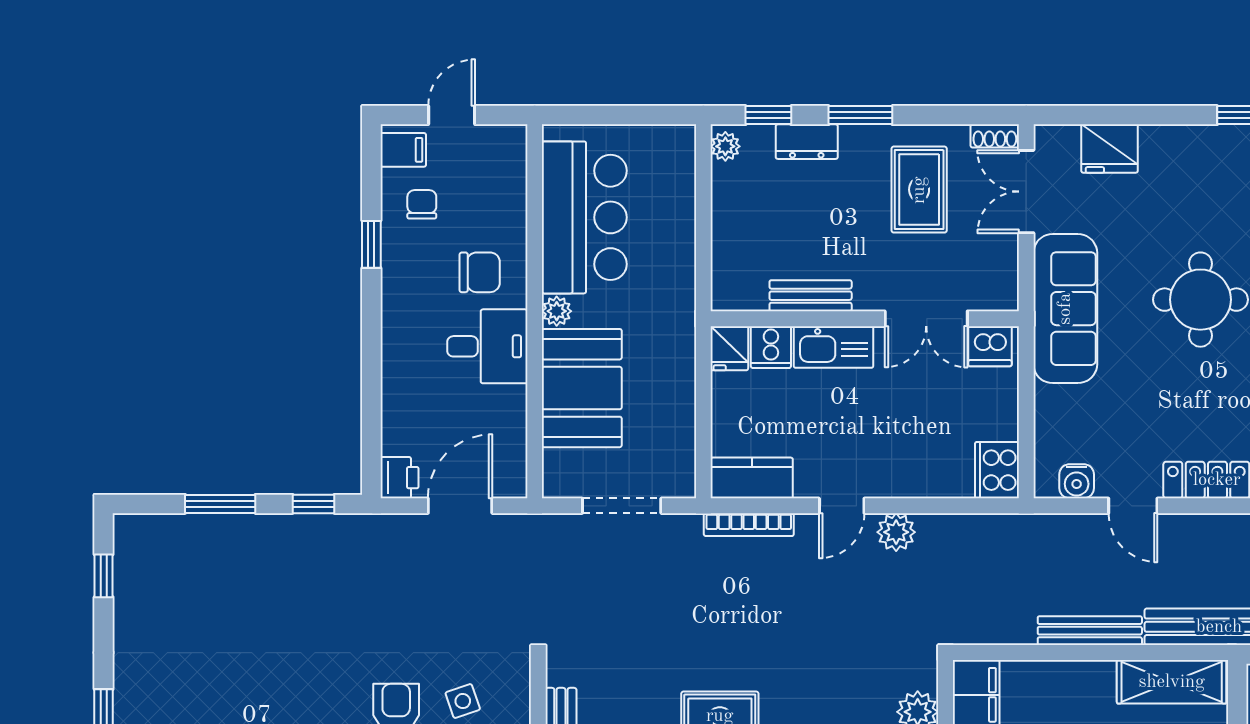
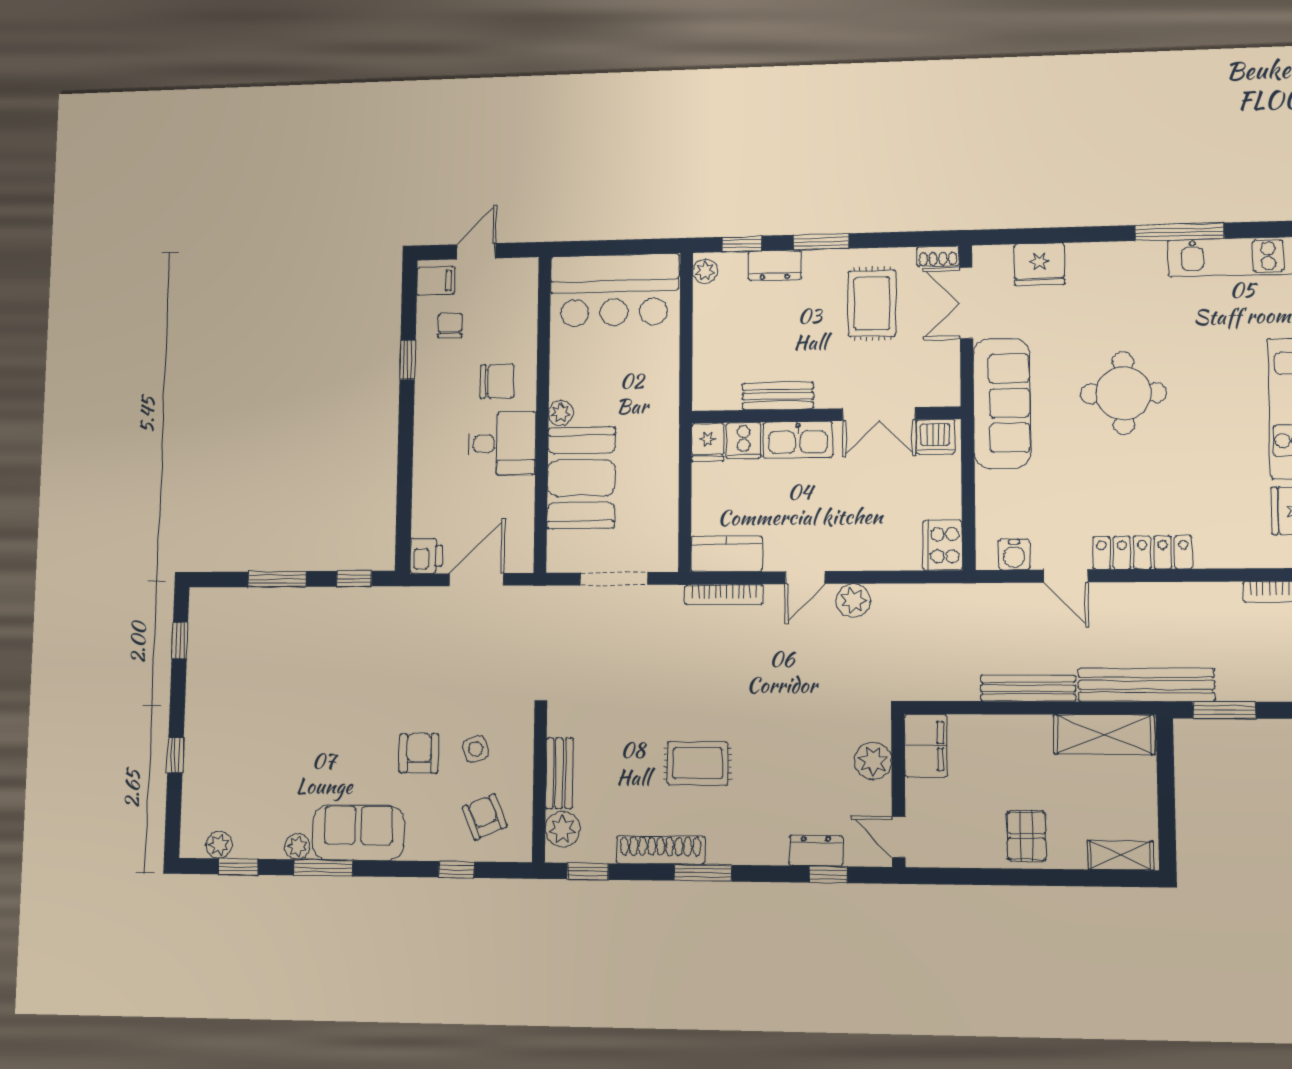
bar counter: (584, 217) -> (614, 290), moved, turned 90

